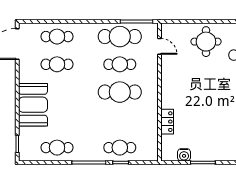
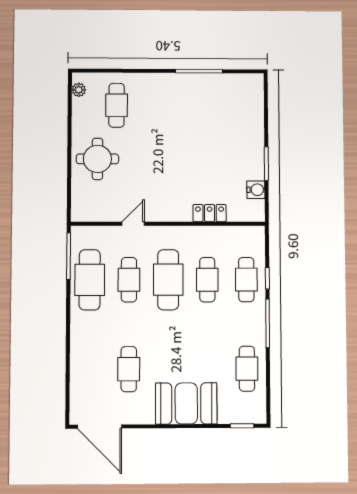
cafe table: (57, 37) -> (207, 280), moved
door: (160, 46) -> (133, 224), moved

